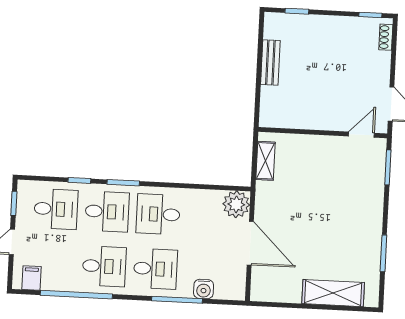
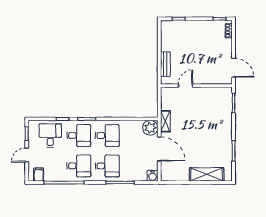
bench: (270, 62) -> (165, 64), moved
door: (361, 135) -> (186, 86), moved
shelving: (265, 161) -> (165, 121), moved
desk: (56, 209) -> (50, 136), turned -90
desk: (158, 214) -> (107, 136), turned 180
water cooler: (204, 289) -> (153, 176), moved

